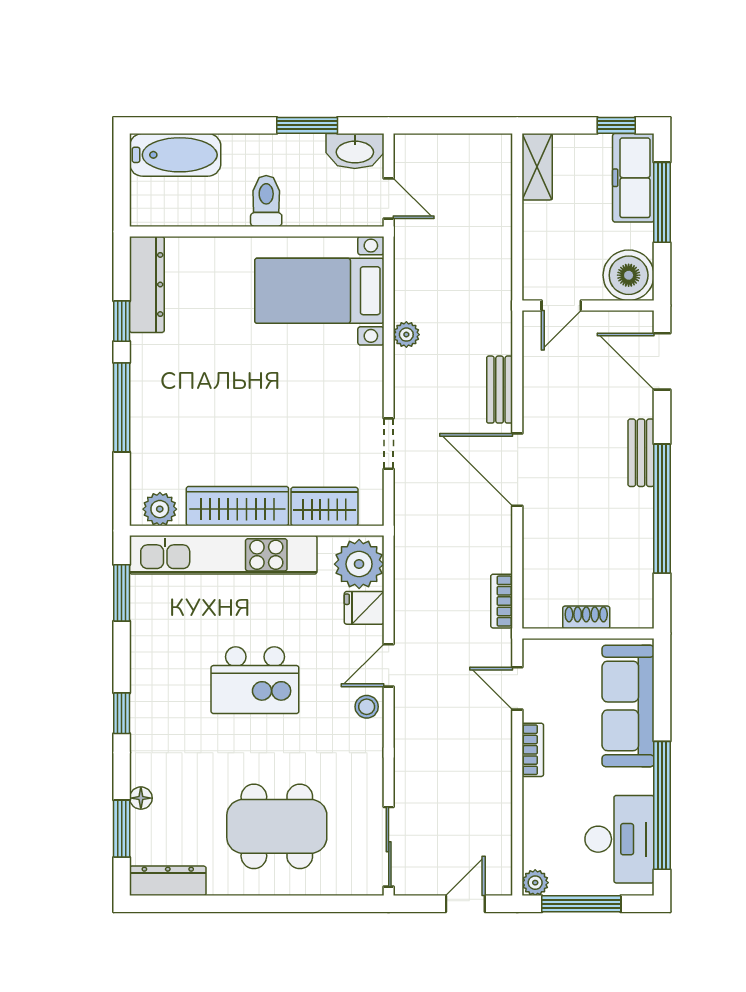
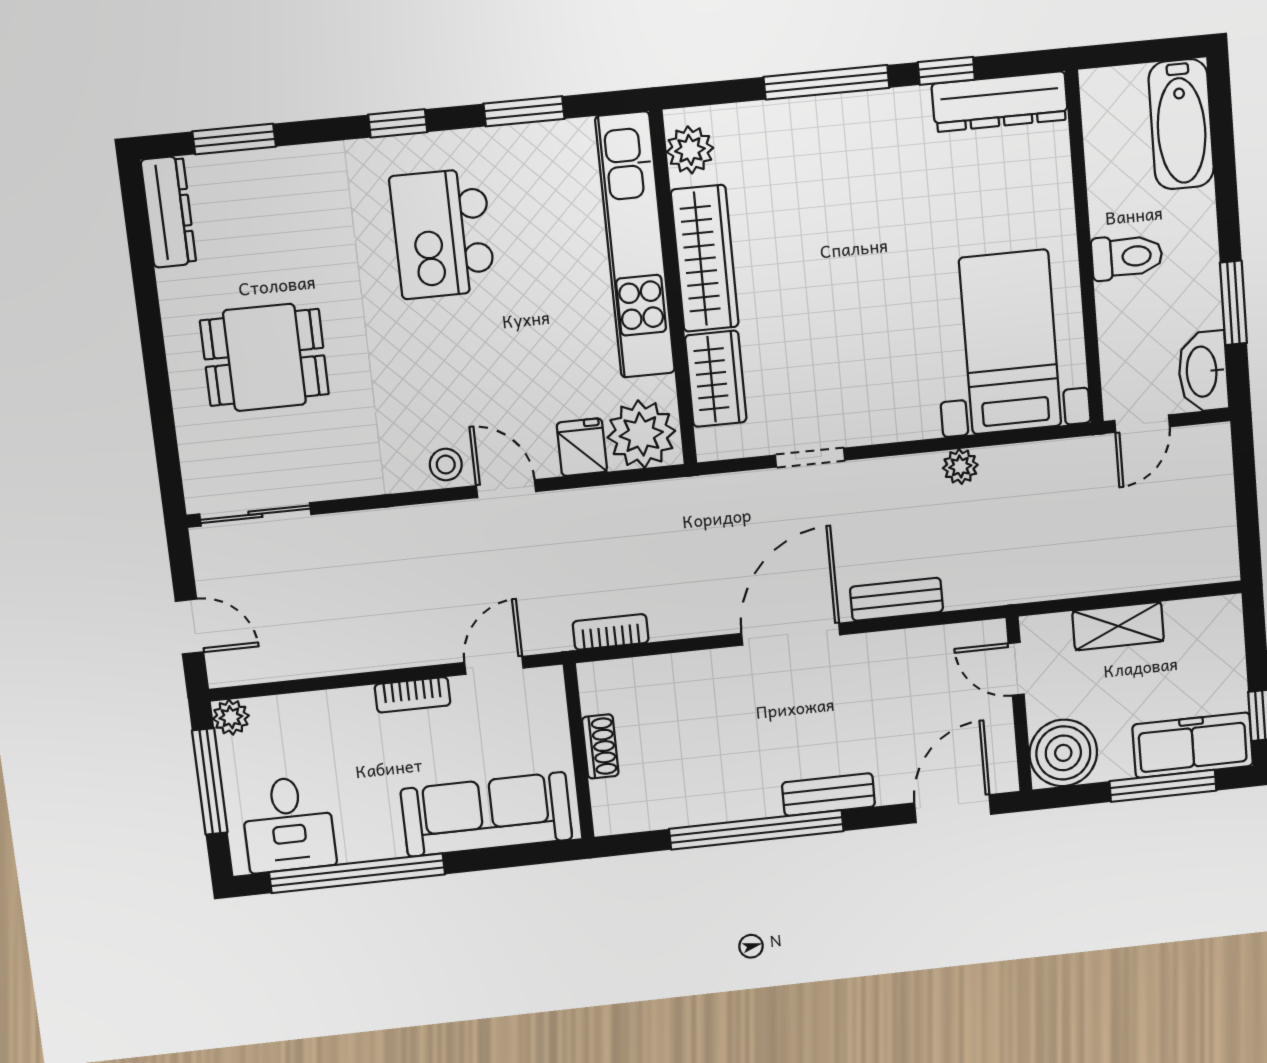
shelving: (537, 167) -> (1118, 626), moved
window: (122, 593) -> (524, 111), moved
kitchen island: (255, 680) -> (443, 234), moved
floor lamp: (141, 798) -> (281, 162), removed
dining table: (277, 826) -> (265, 357), width x0.73
desk: (620, 839) -> (288, 824), width x0.73

